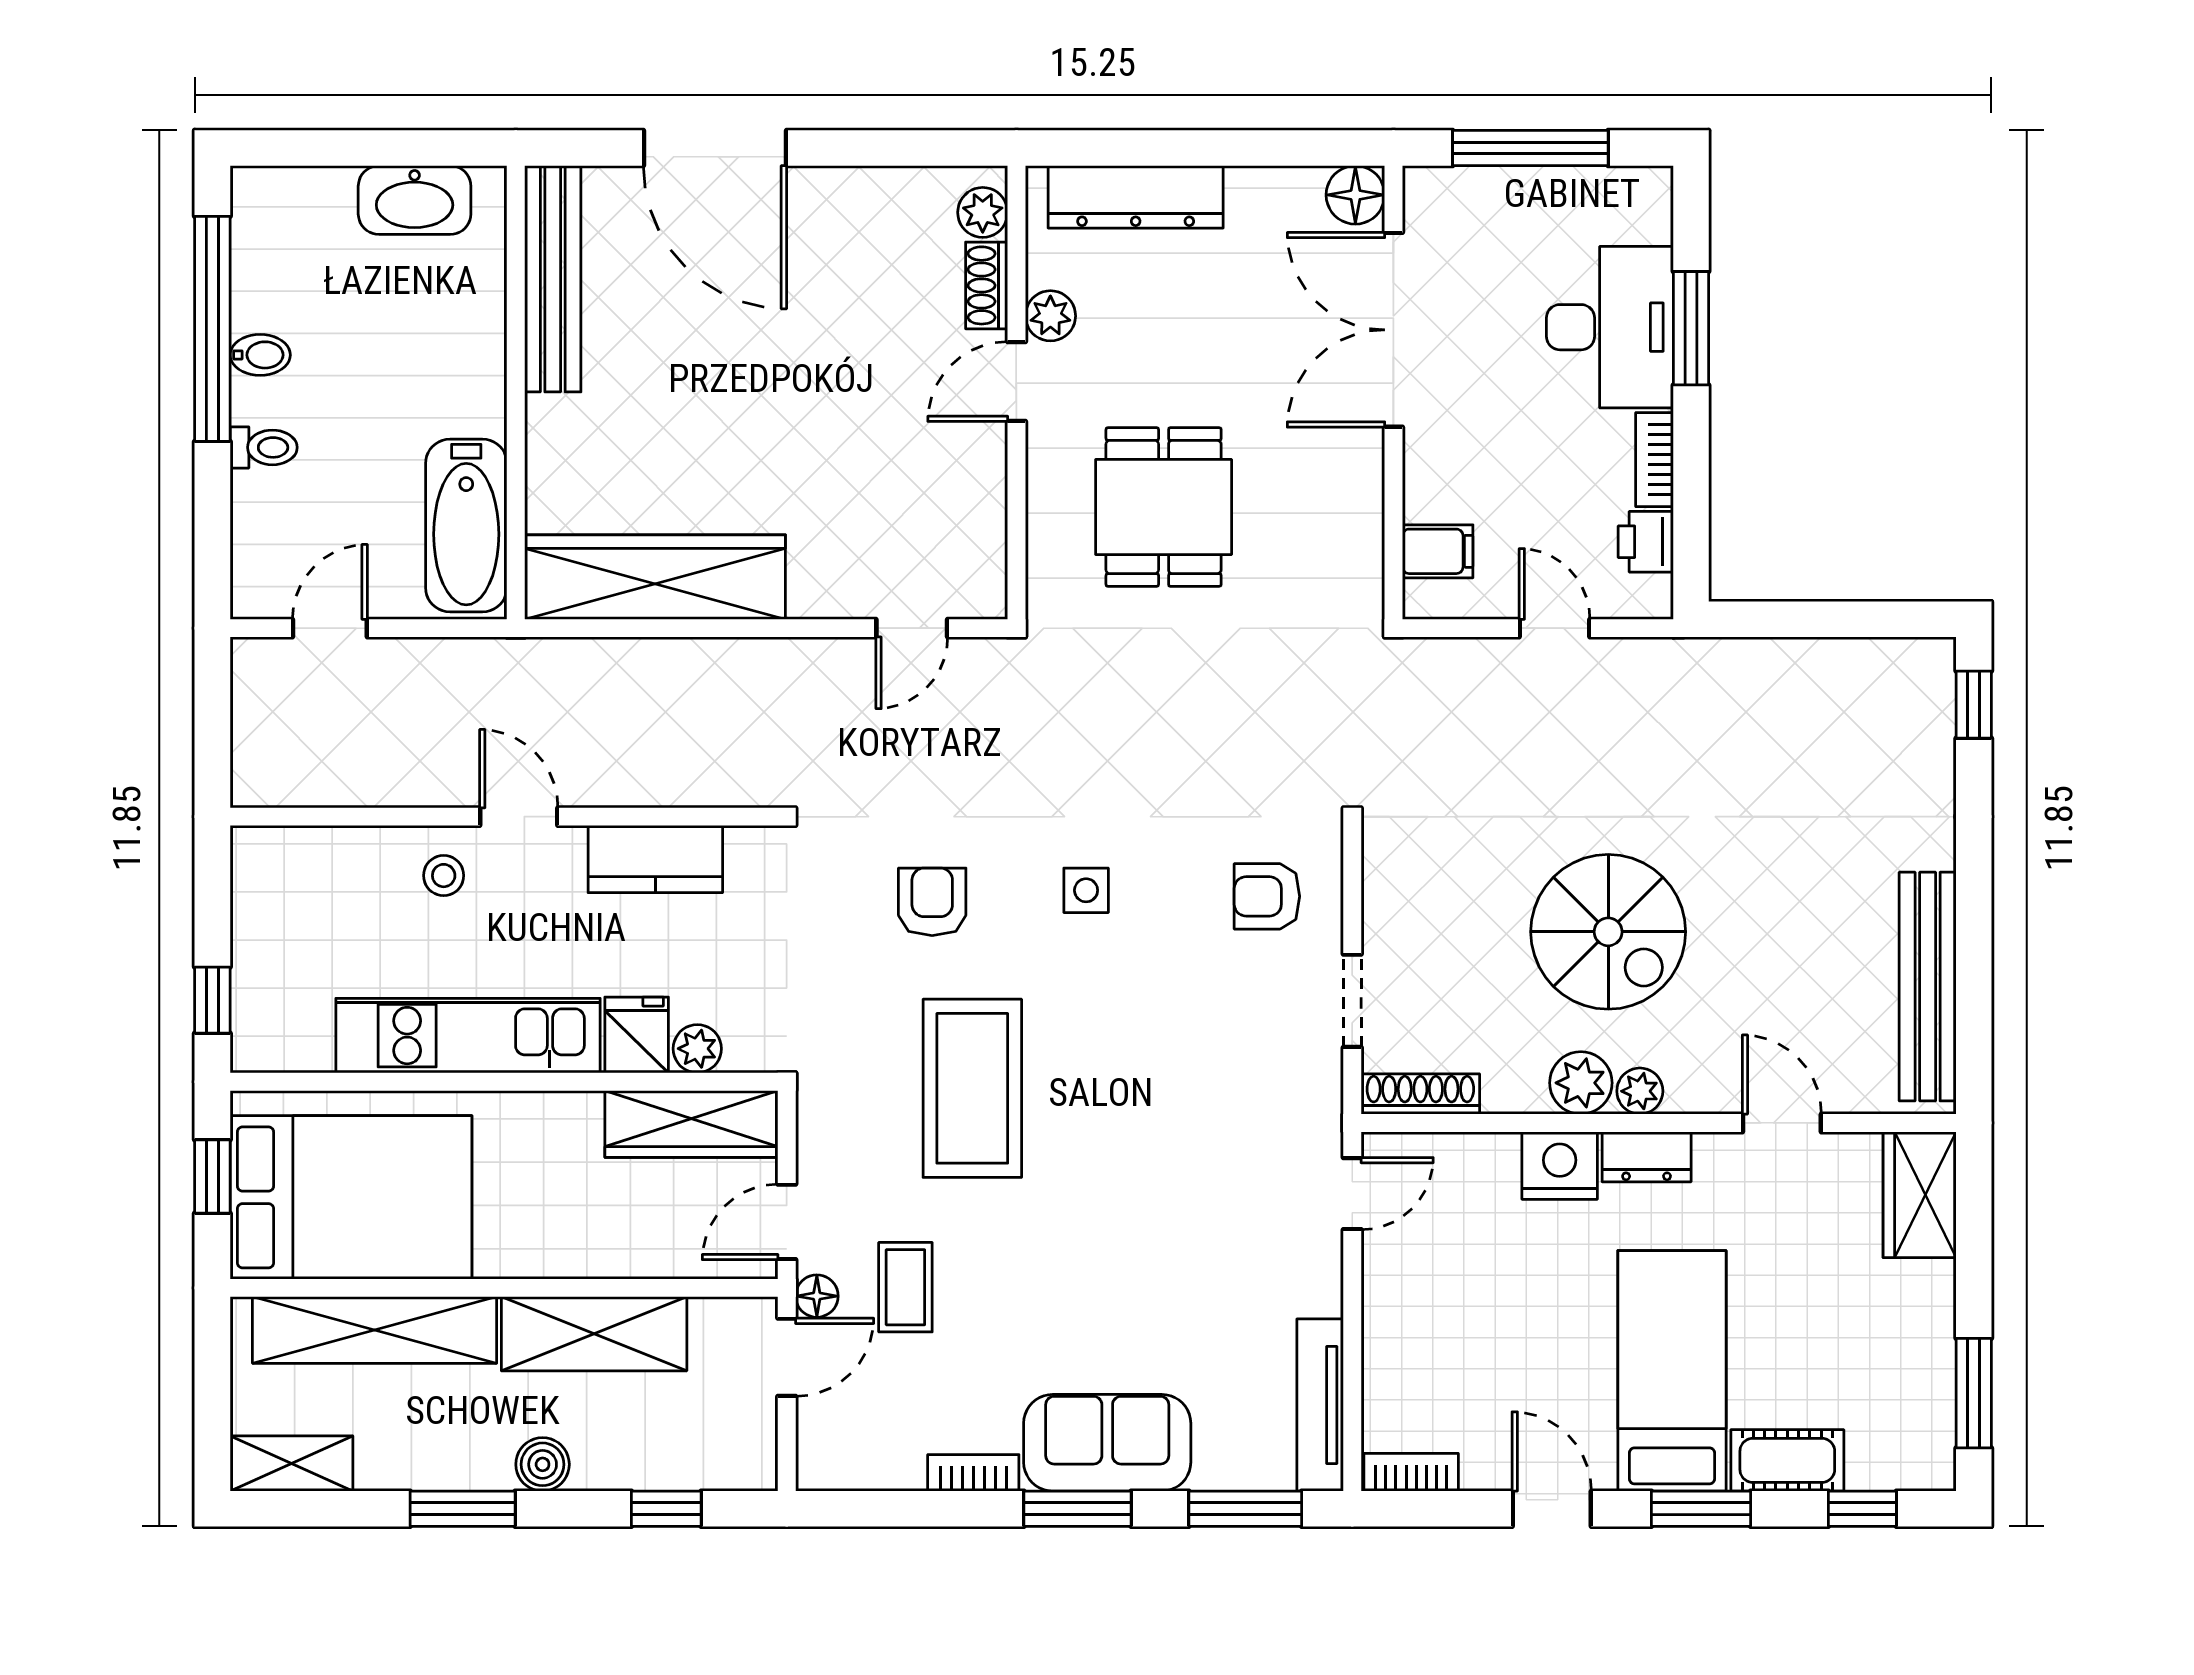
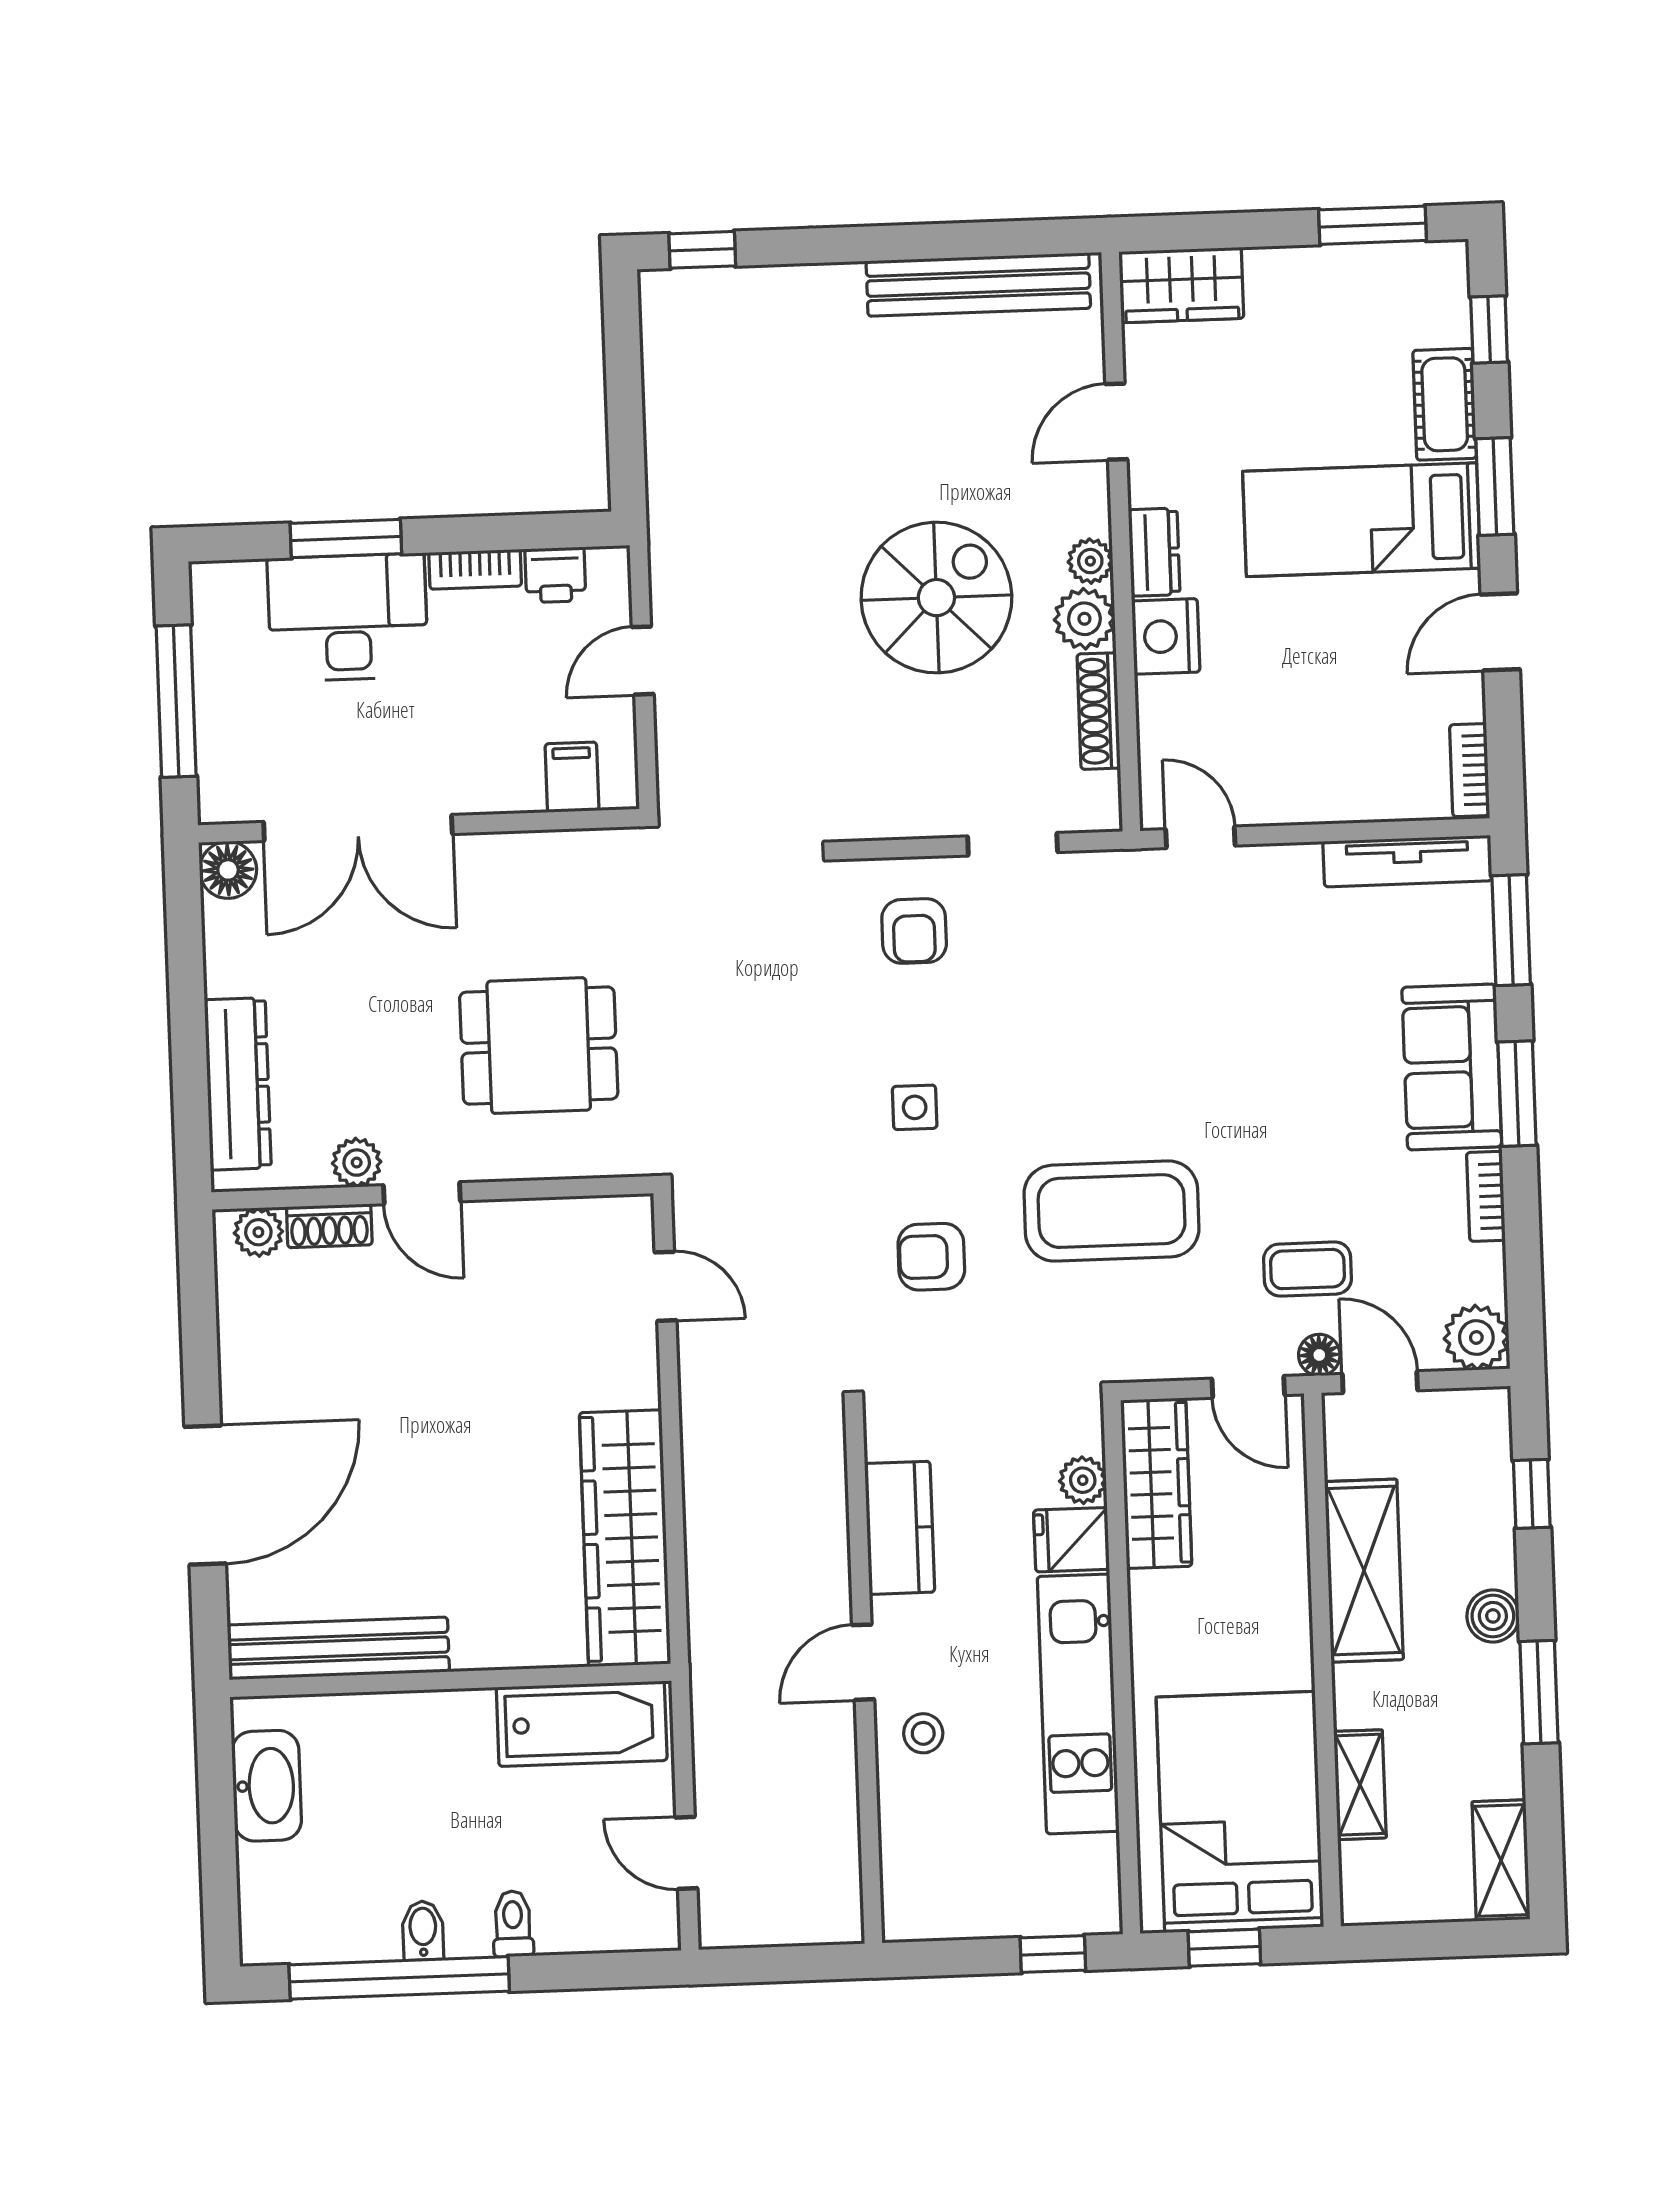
shoe rack: (1420, 1094) -> (1099, 711), moved
shelving: (375, 1330) -> (1360, 1785), width x0.45, depth x0.75
plant: (829, 1458) -> (1476, 1337), added

